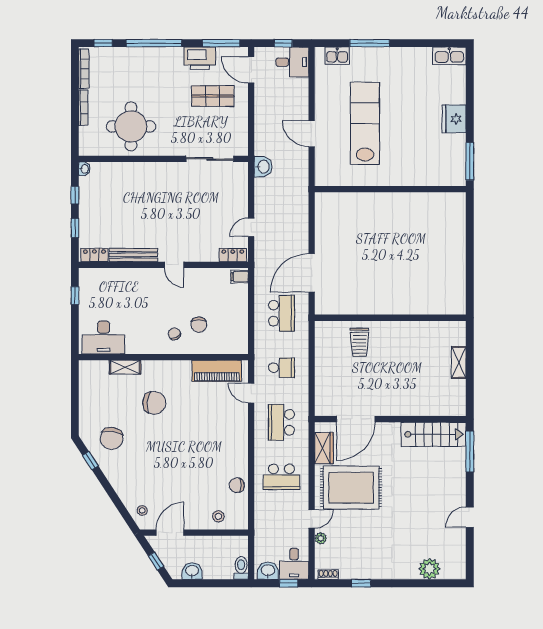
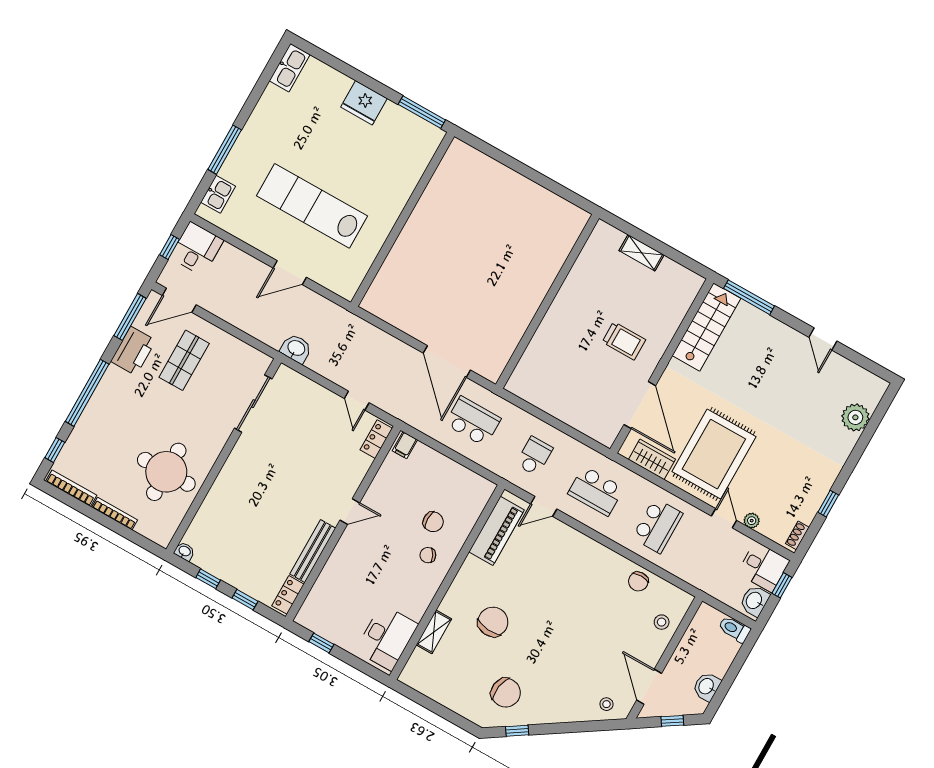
trolley: (359, 342) -> (624, 341), moved

